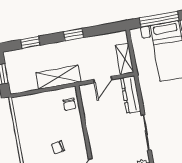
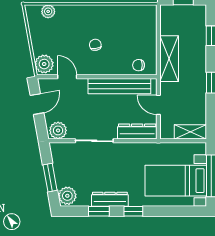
shelving: (125, 59) -> (190, 132), moved
bench: (92, 119) -> (119, 86), added

